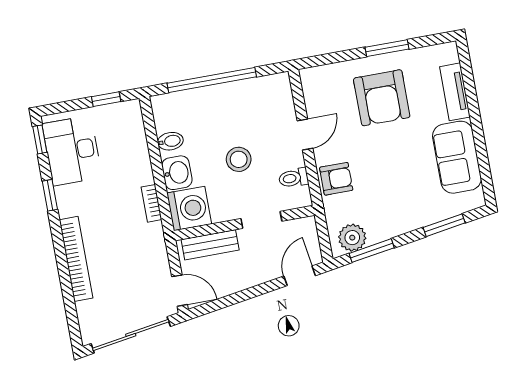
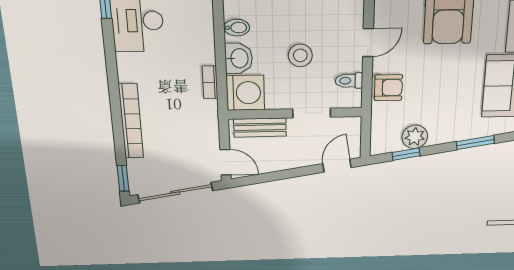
window: (50, 195) -> (123, 178), moved
plant: (352, 238) -> (415, 137), moved
window: (372, 251) -> (406, 154), width x0.67

